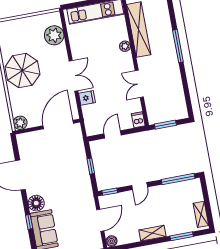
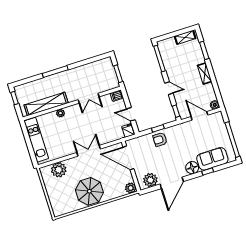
fridge: (87, 98) -> (128, 131), moved
plant: (27, 149) -> (150, 180), added
armchair: (77, 167) -> (160, 139), added

